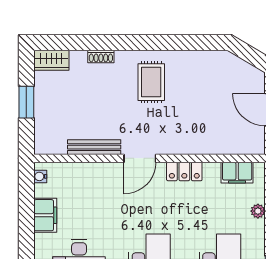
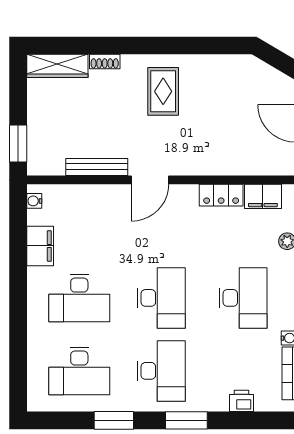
wardrobe: (51, 60) -> (57, 66), width x1.50
window: (26, 102) -> (18, 143), moved
locker: (184, 171) -> (221, 195), moved

